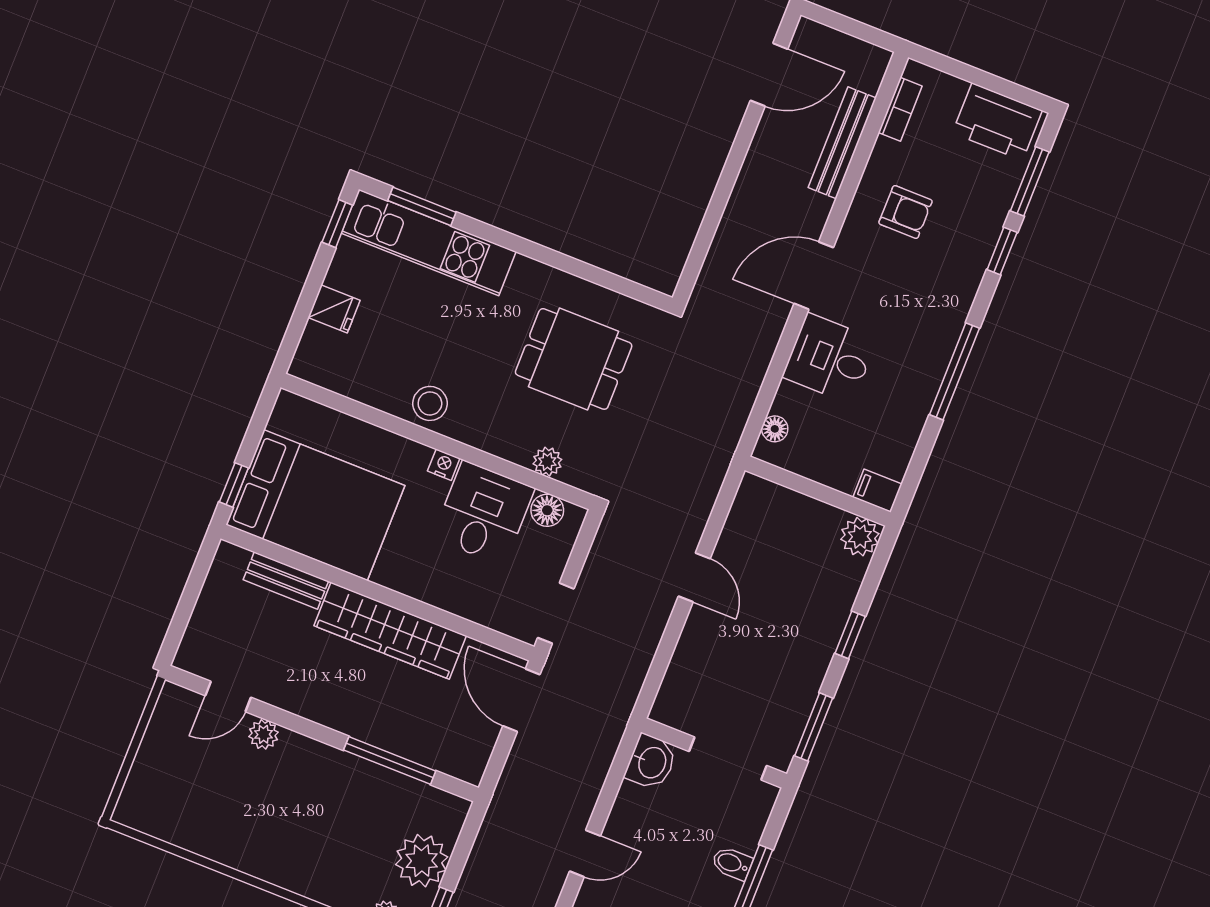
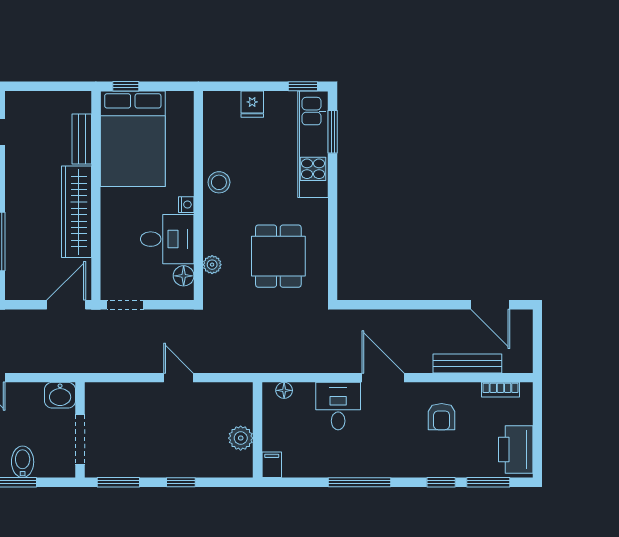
plant: (860, 537) -> (241, 438), moved
door: (694, 577) -> (178, 378), swing flipped
bidet: (732, 863) -> (23, 462), width x1.38, depth x1.36

